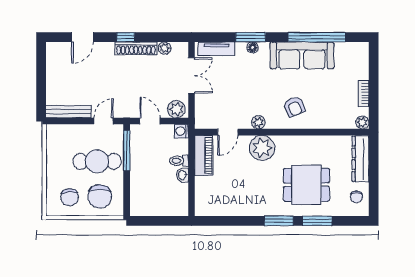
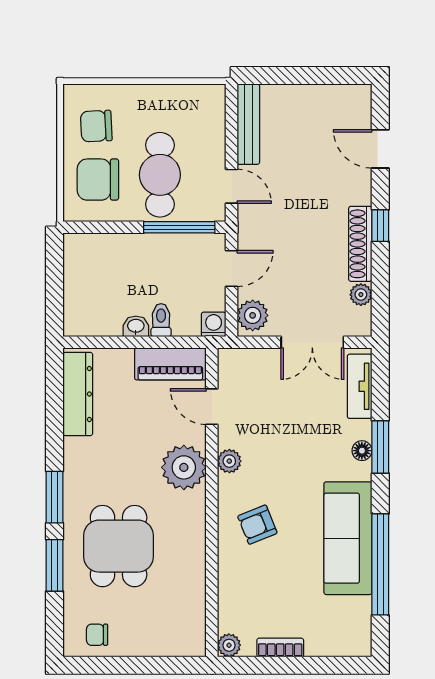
dresser: (360, 159) -> (78, 394), moved, turned 90

